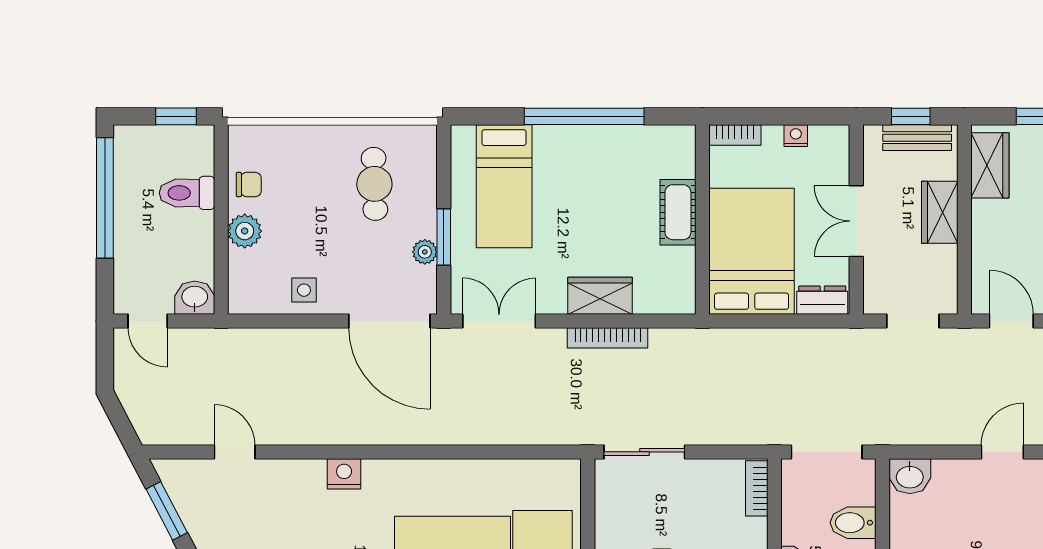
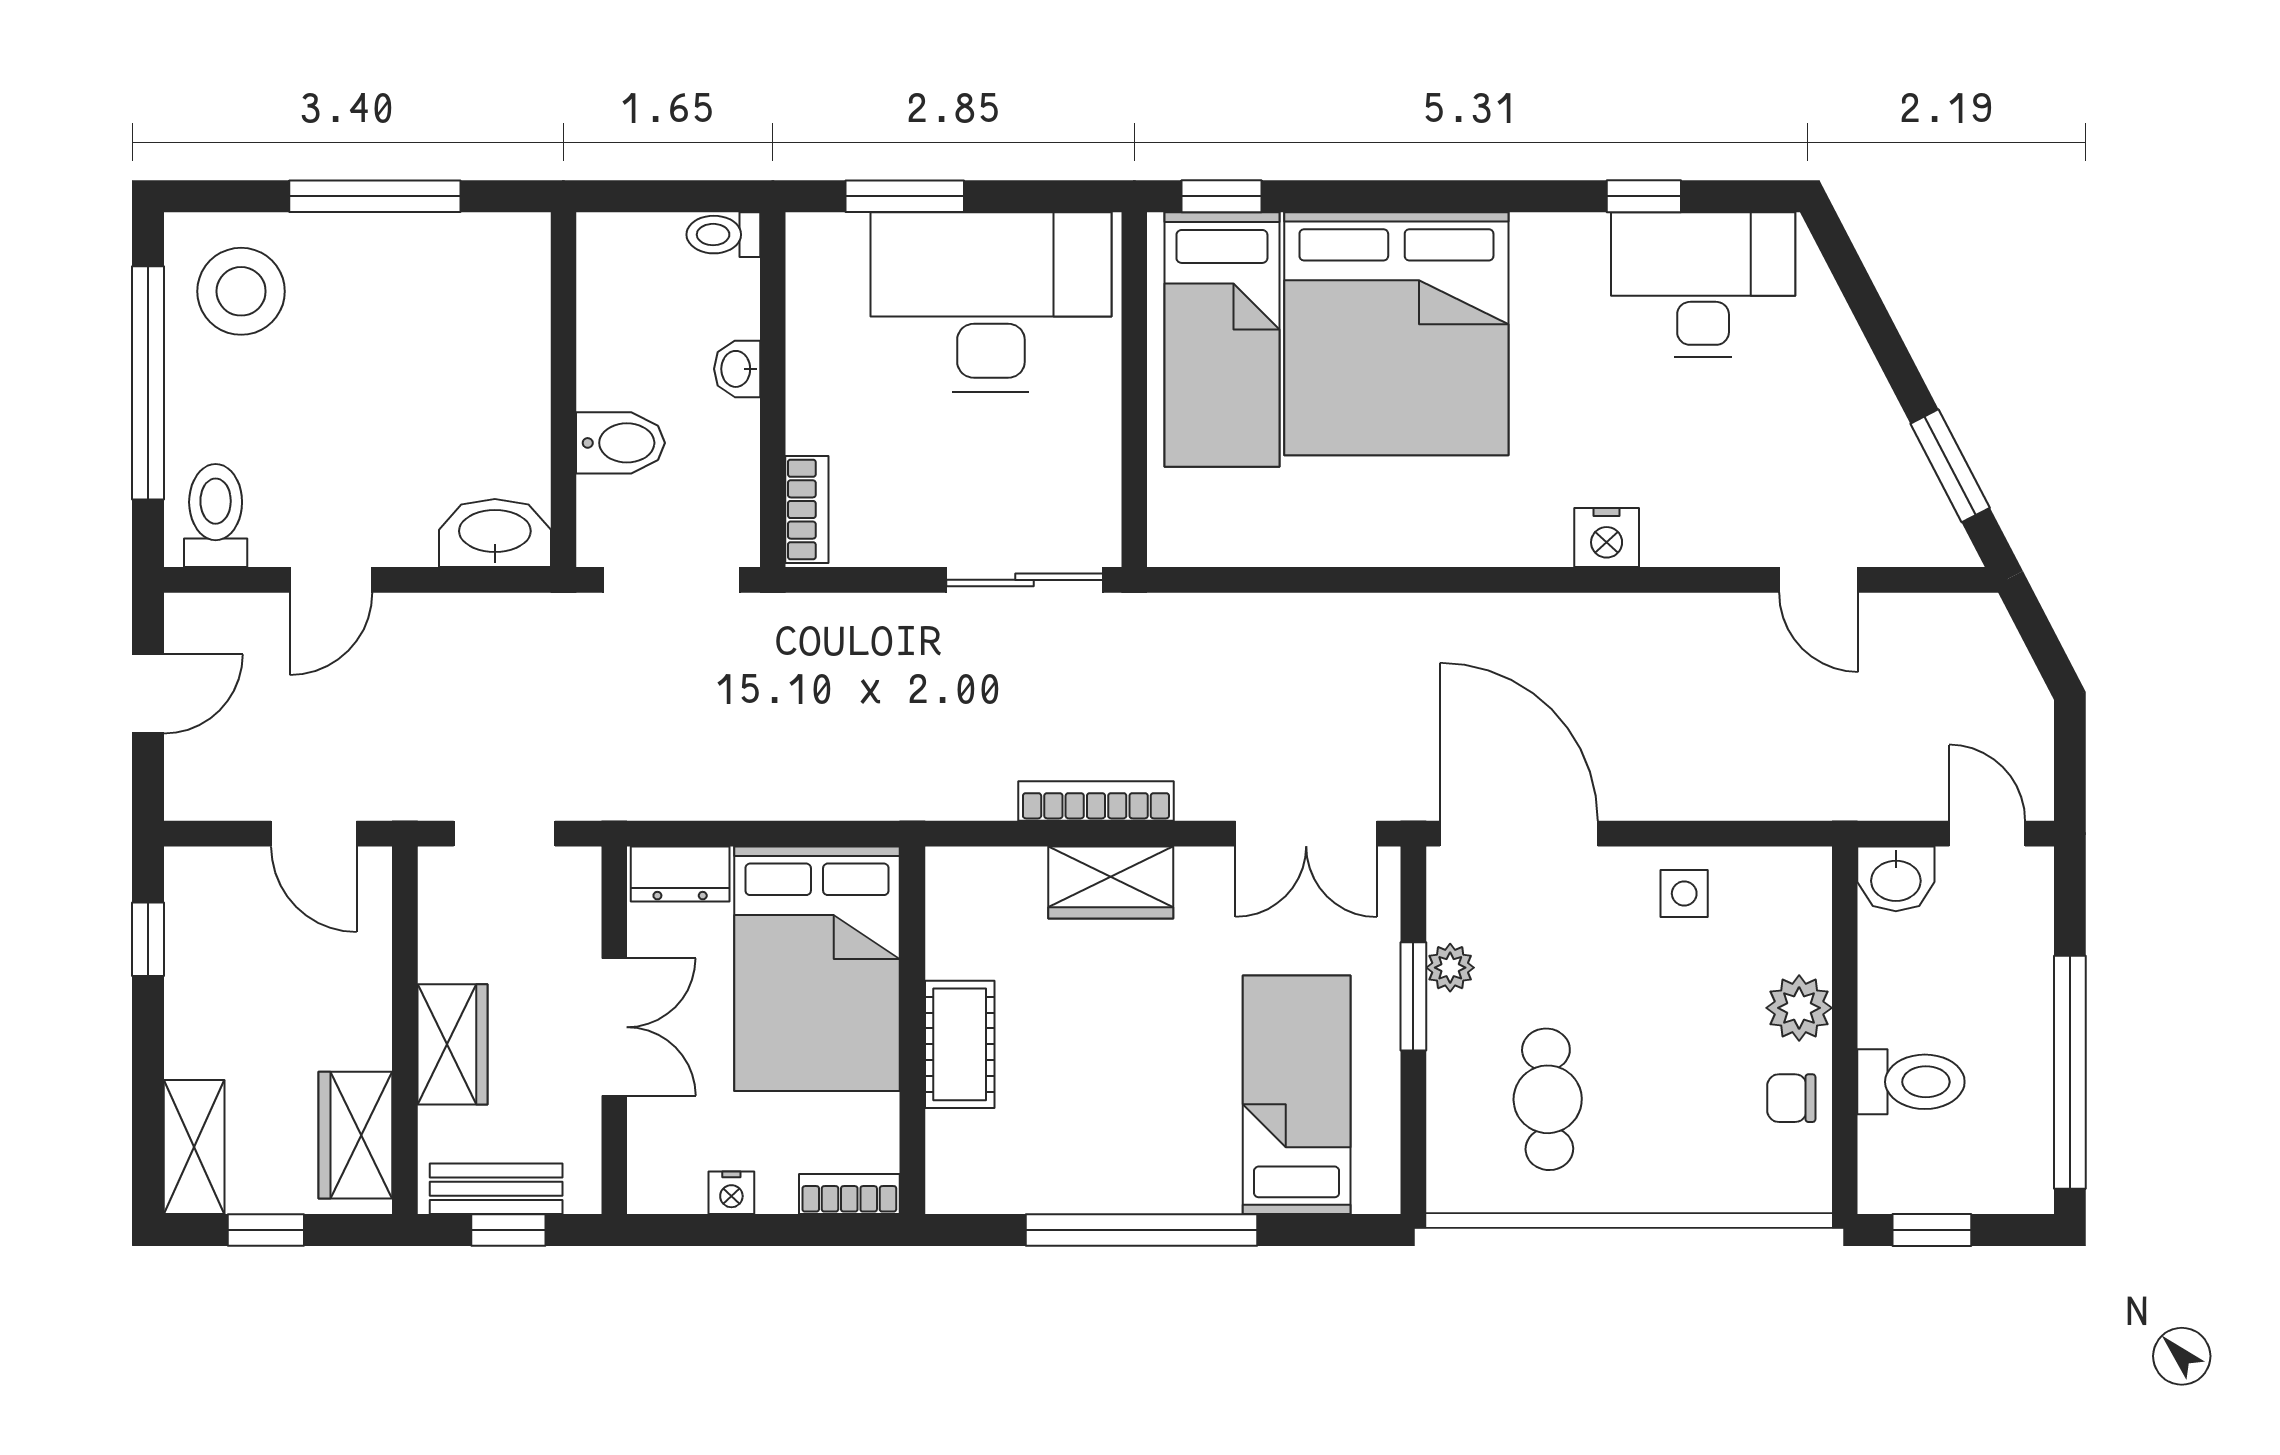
washbasin: (910, 476) -> (495, 533), width x1.38

